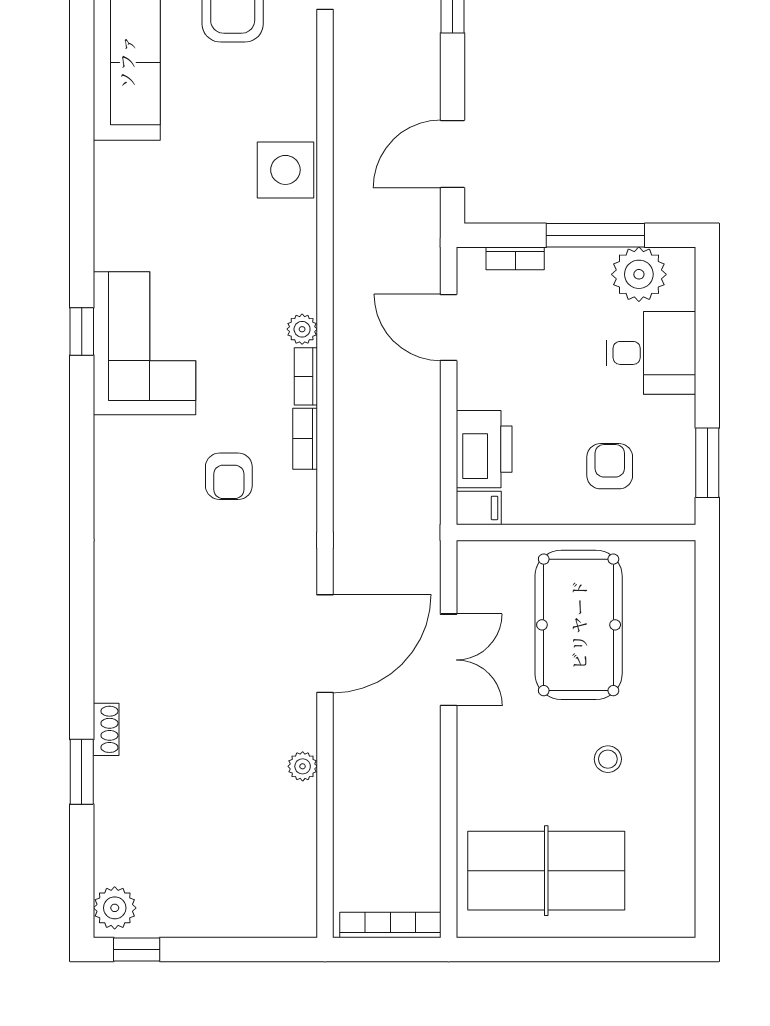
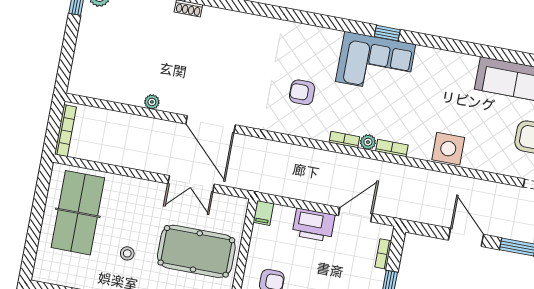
door: (452, 154) -> (466, 237), moved
bookcase: (305, 439) -> (392, 148), moved
printer: (484, 449) -> (314, 225), moved

